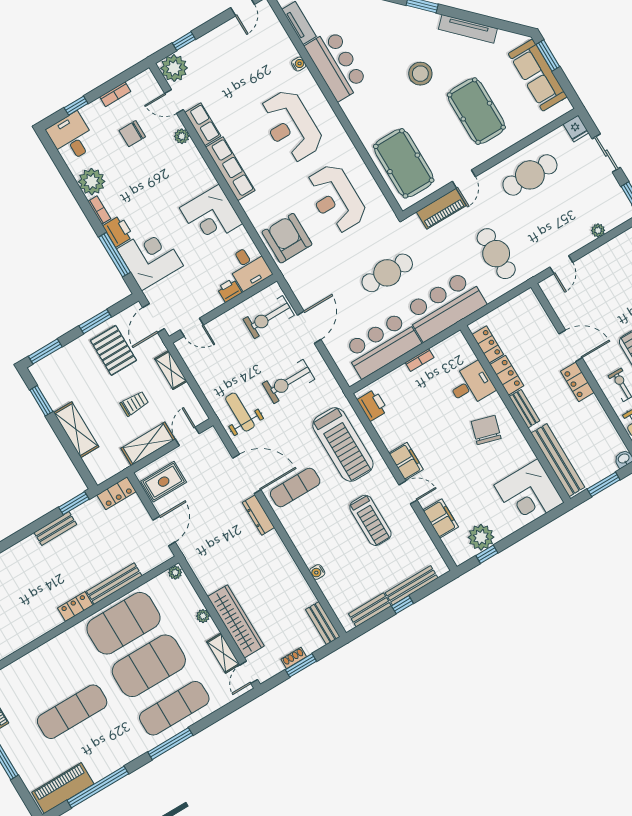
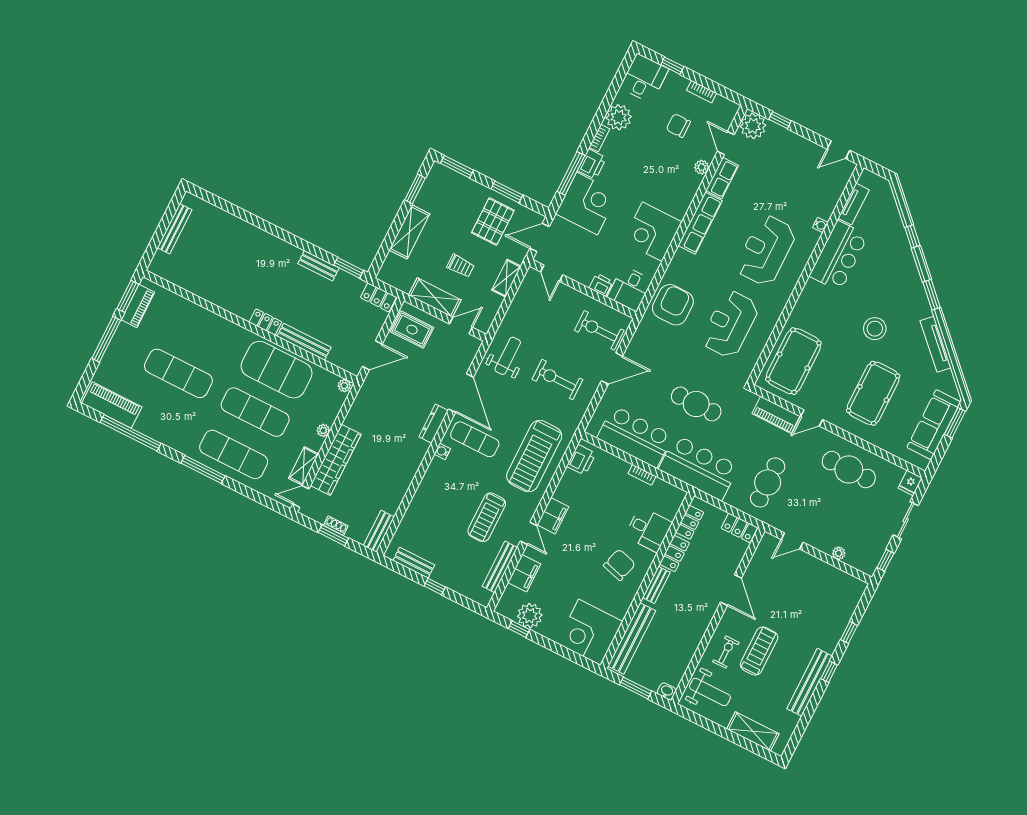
locker: (577, 382) -> (739, 528), moved, turned -90
water cooler: (317, 572) -> (442, 451), moved
bench: (412, 585) -> (500, 567), moved, turned 90
exercise mat: (149, 666) -> (255, 412), width x0.68

